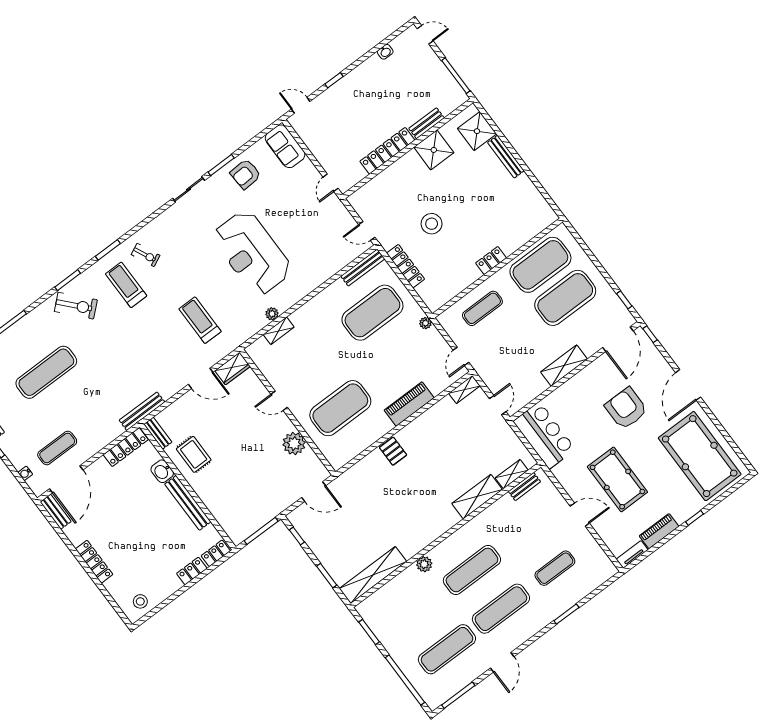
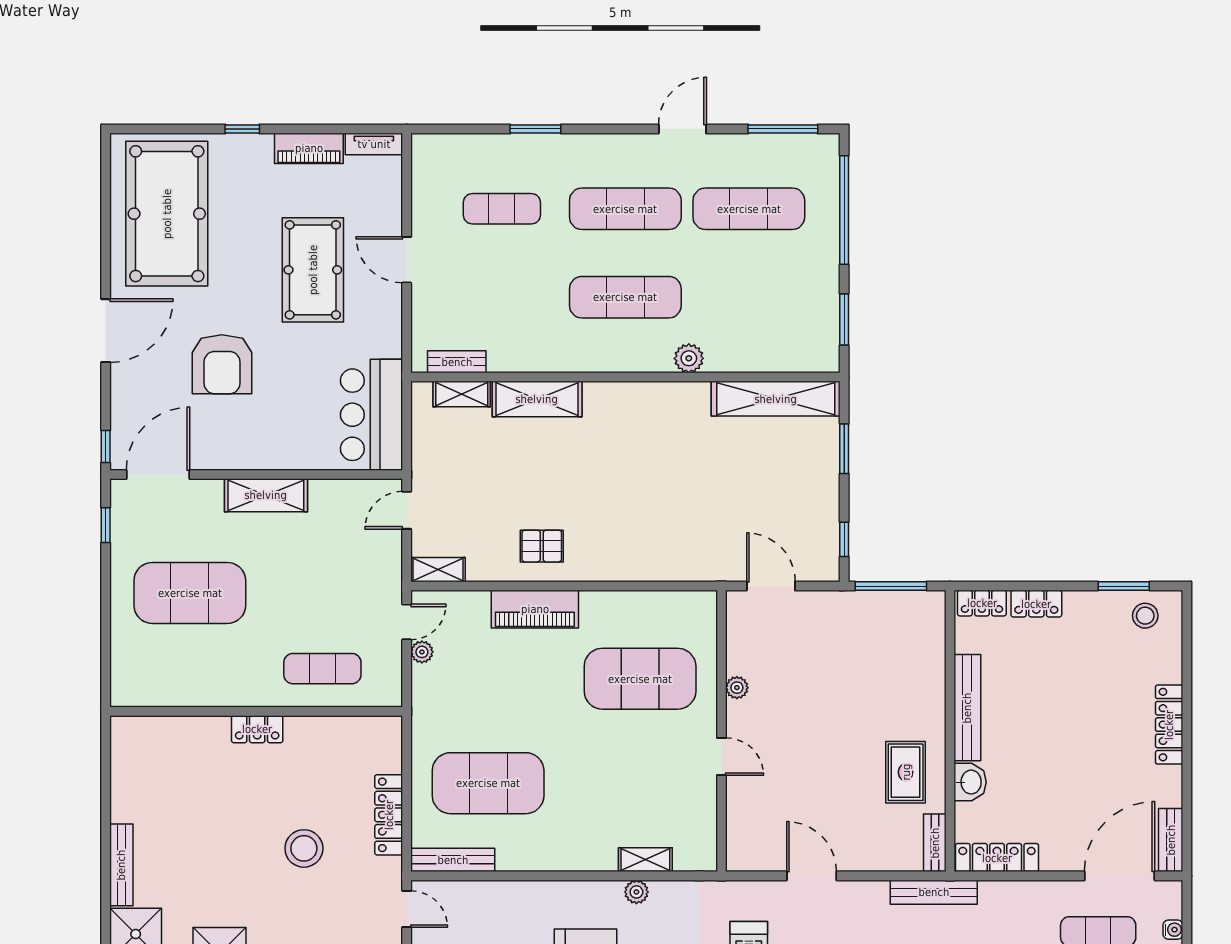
exercise mat: (540, 265) -> (190, 669), removed
plant: (425, 323) -> (422, 652), moved
wardrobe: (233, 368) -> (754, 855), removed
plant: (294, 444) -> (737, 688), width x0.53, depth x0.53
pallet: (393, 451) -> (542, 546), moved, turned 90
window: (159, 607) -> (1124, 586), added

